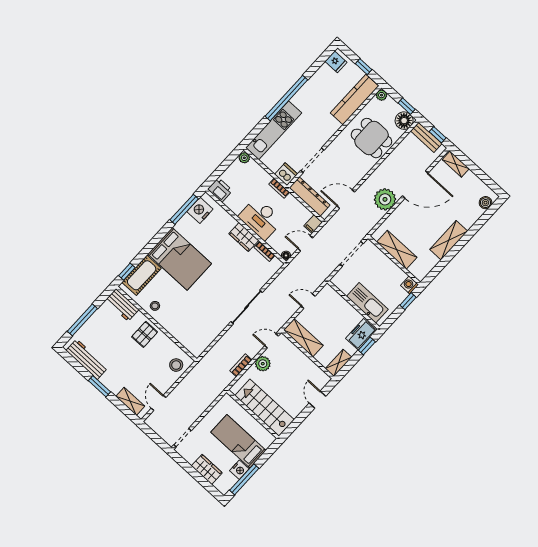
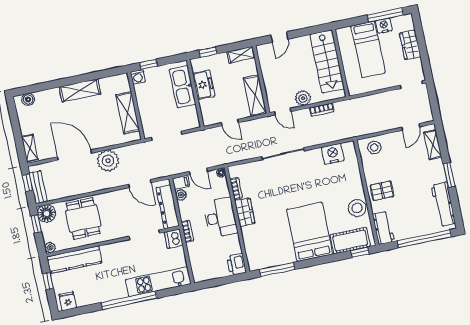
plant: (244, 158) -> (181, 195), moved
nightstand: (200, 210) -> (333, 154), moved, turned 180
stool: (155, 306) -> (357, 208), width x1.89, depth x1.89
window: (82, 320) -> (424, 239), width x1.46
freezer: (361, 334) -> (204, 85), moved, turned -90

